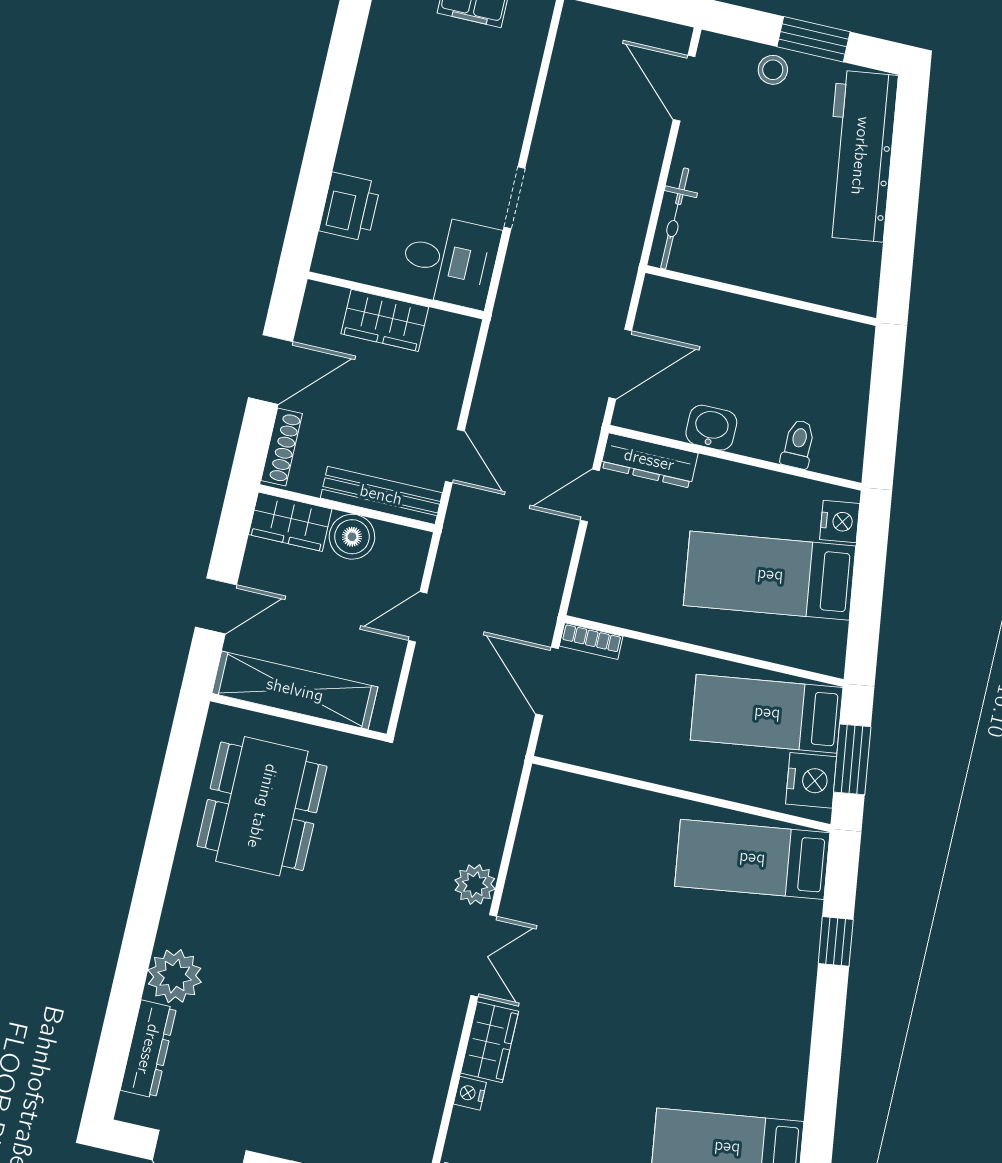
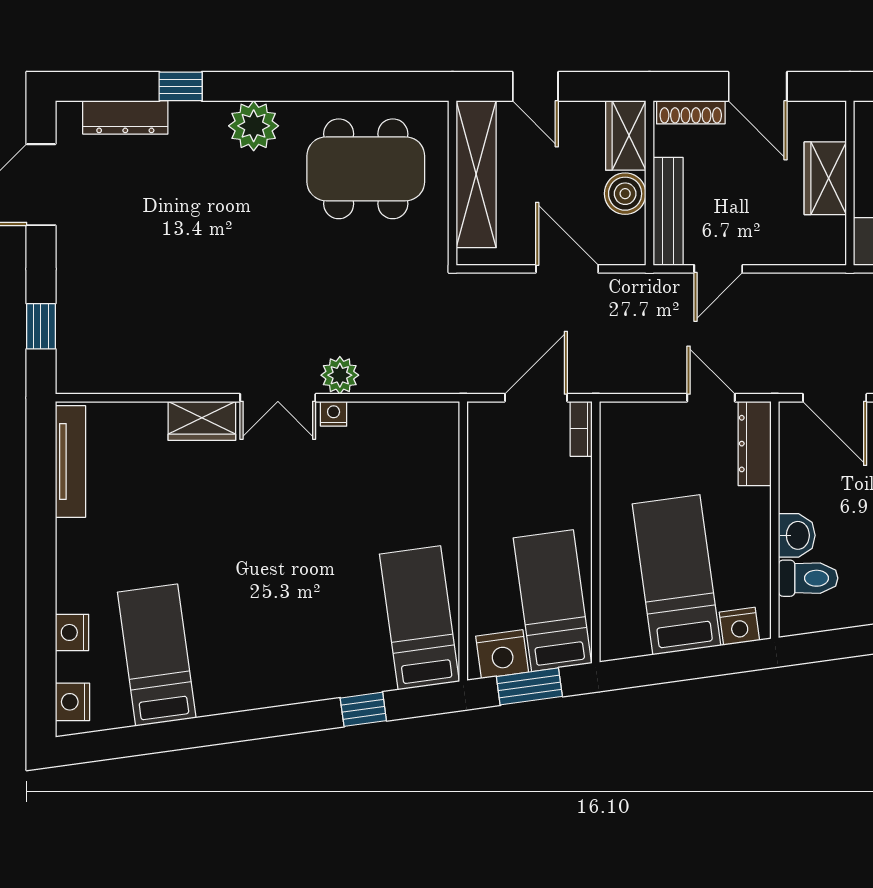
washbasin: (711, 428) -> (797, 535), moved
toilet: (798, 444) -> (808, 578), width x1.37, depth x1.39
door: (418, 617) -> (567, 269), width x1.38
plant: (175, 976) -> (254, 126), moved
window: (129, 983) -> (181, 86), added
nightstand: (470, 1093) -> (334, 414), moved

